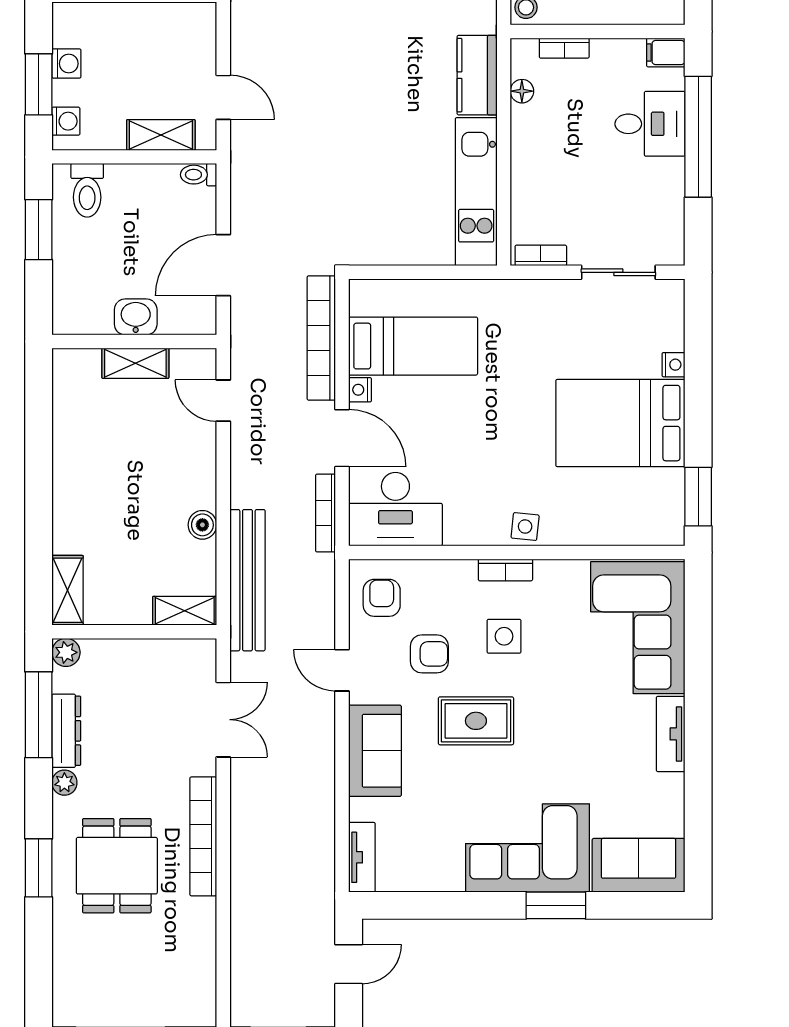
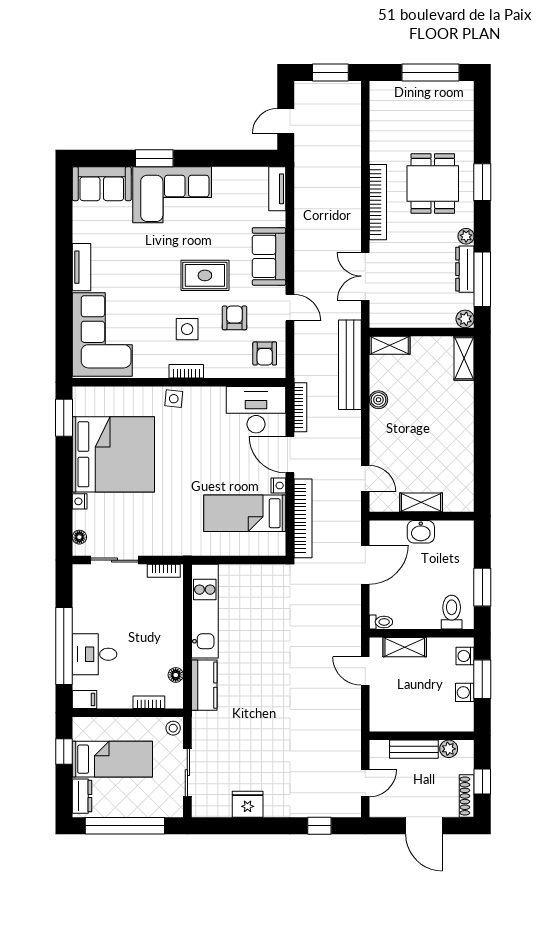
floor lamp: (674, 308) -> (79, 537), added
bed: (620, 423) -> (113, 454), width x1.36
armchair: (429, 654) -> (234, 318), turned 90

